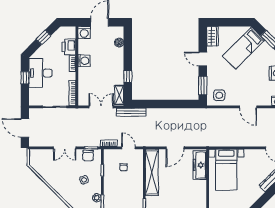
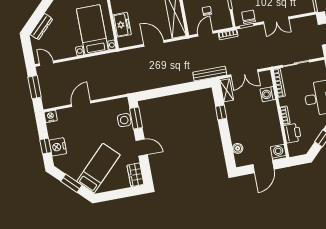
washing machine: (84, 61) -> (268, 94), moved
side table: (219, 95) -> (124, 120), moved
door: (248, 107) -> (81, 104), hinge flipped
double door: (65, 148) -> (276, 20), swing flipped
door: (128, 148) -> (205, 34), swing flipped
door: (175, 148) -> (154, 43), hinge flipped
freezer: (200, 165) -> (122, 25), width x0.71

